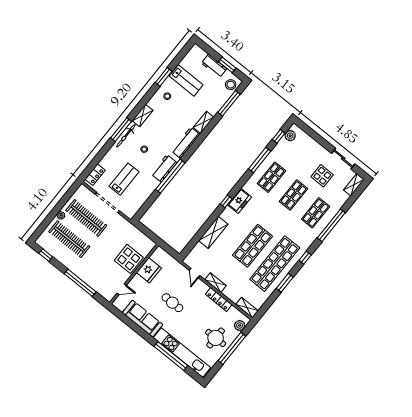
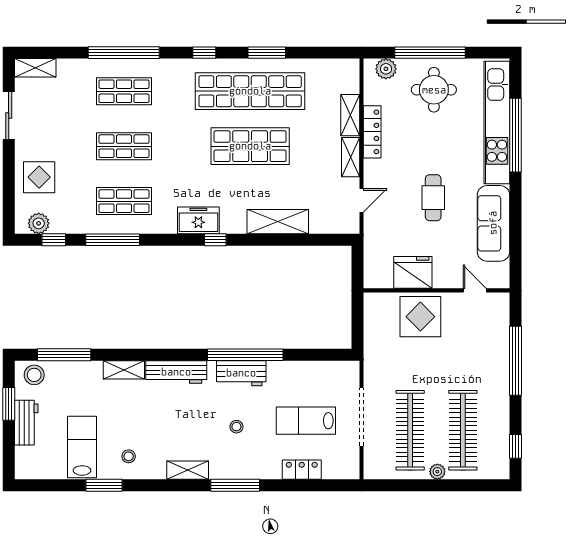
bicycle: (126, 136) -> (238, 471), removed
locker: (95, 175) -> (302, 470), moved
display table: (322, 176) -> (39, 177), moved
shelving: (247, 308) -> (350, 115), moved

